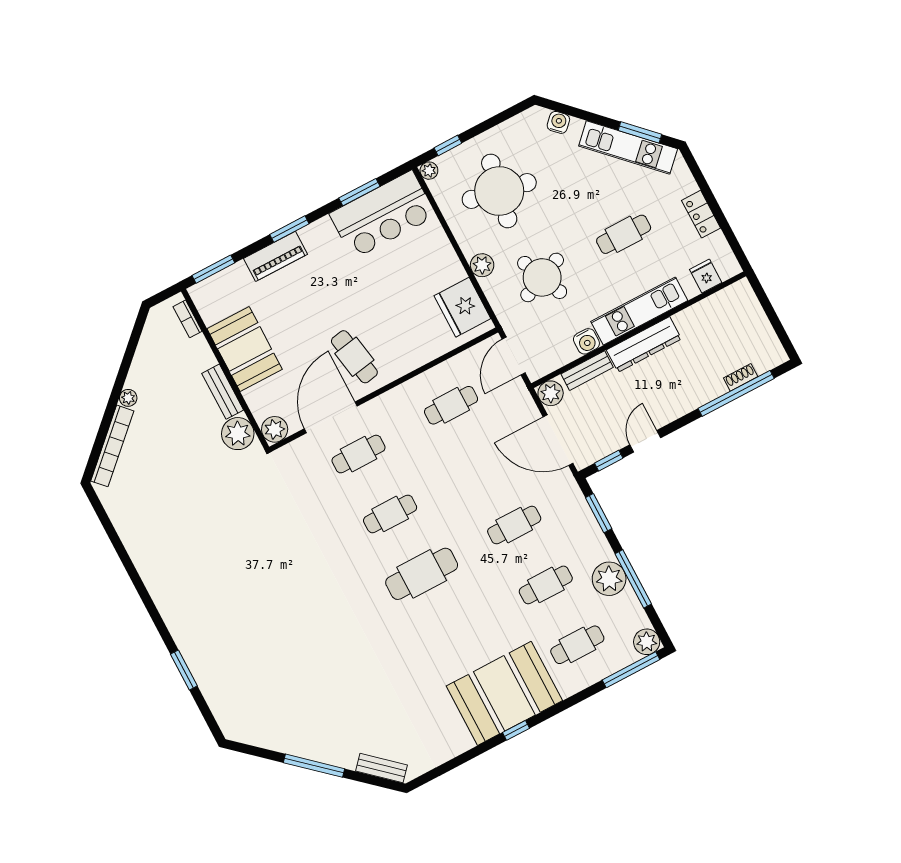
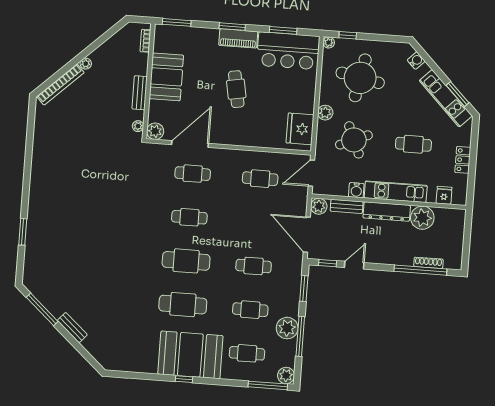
piano: (276, 256) -> (238, 38), moved
plant: (696, 323) -> (422, 218), added
cafe table: (354, 357) -> (236, 89), moved
shoe rack: (741, 377) -> (428, 263), width x1.43
plant: (238, 434) -> (138, 126), width x0.53, depth x0.53
cafe table: (453, 634) -> (183, 305), added
window: (314, 766) -> (42, 309), moved
bench: (381, 768) -> (72, 328), moved

